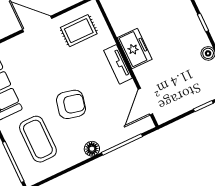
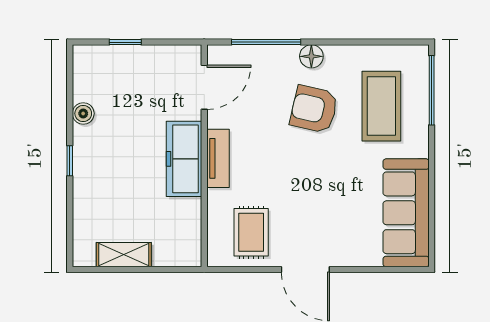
rug: (79, 31) -> (251, 232), turned 90
freezer: (135, 49) -> (184, 159), width x1.40
armchair: (71, 104) -> (314, 109), moved

